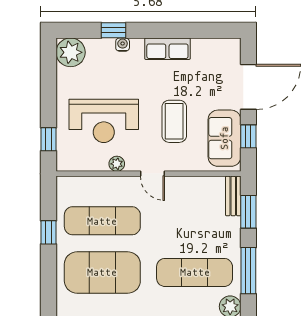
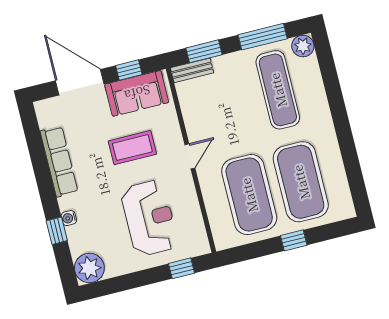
row of seats: (167, 49) -> (59, 162), width x1.48
plant: (117, 164) -> (189, 194), removed
exercise mat: (102, 221) -> (249, 195), width x1.47
window: (48, 232) -> (294, 240), moved

